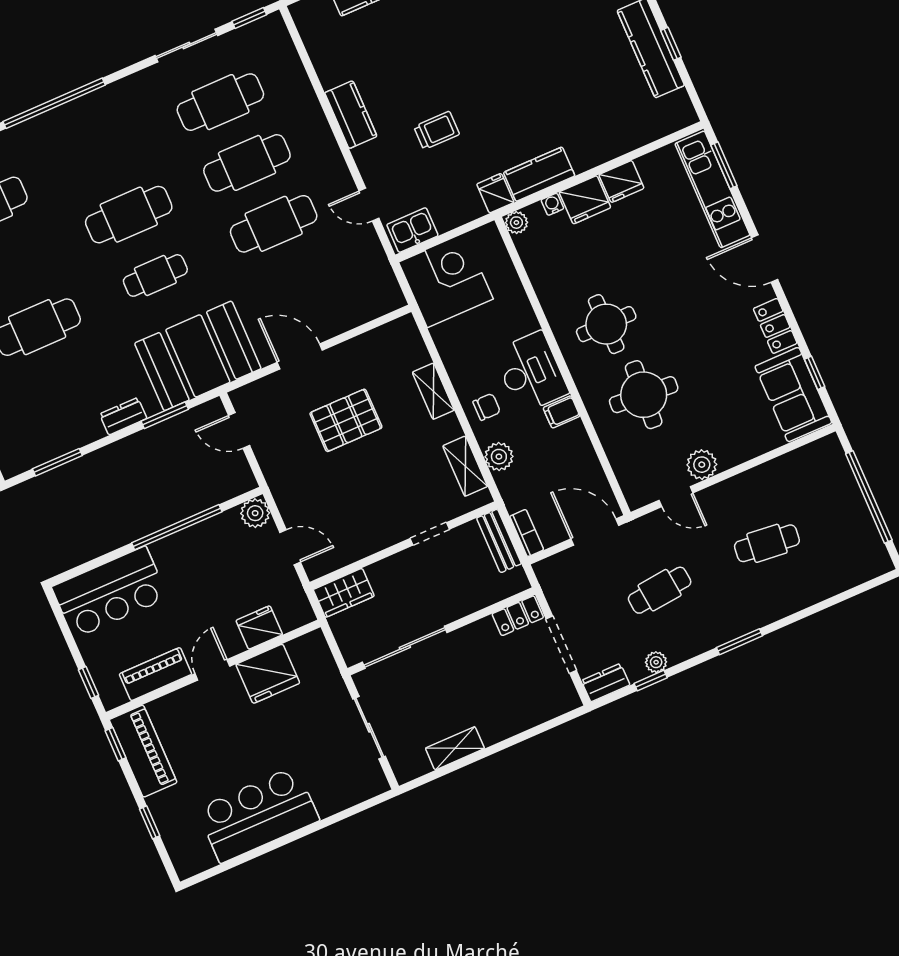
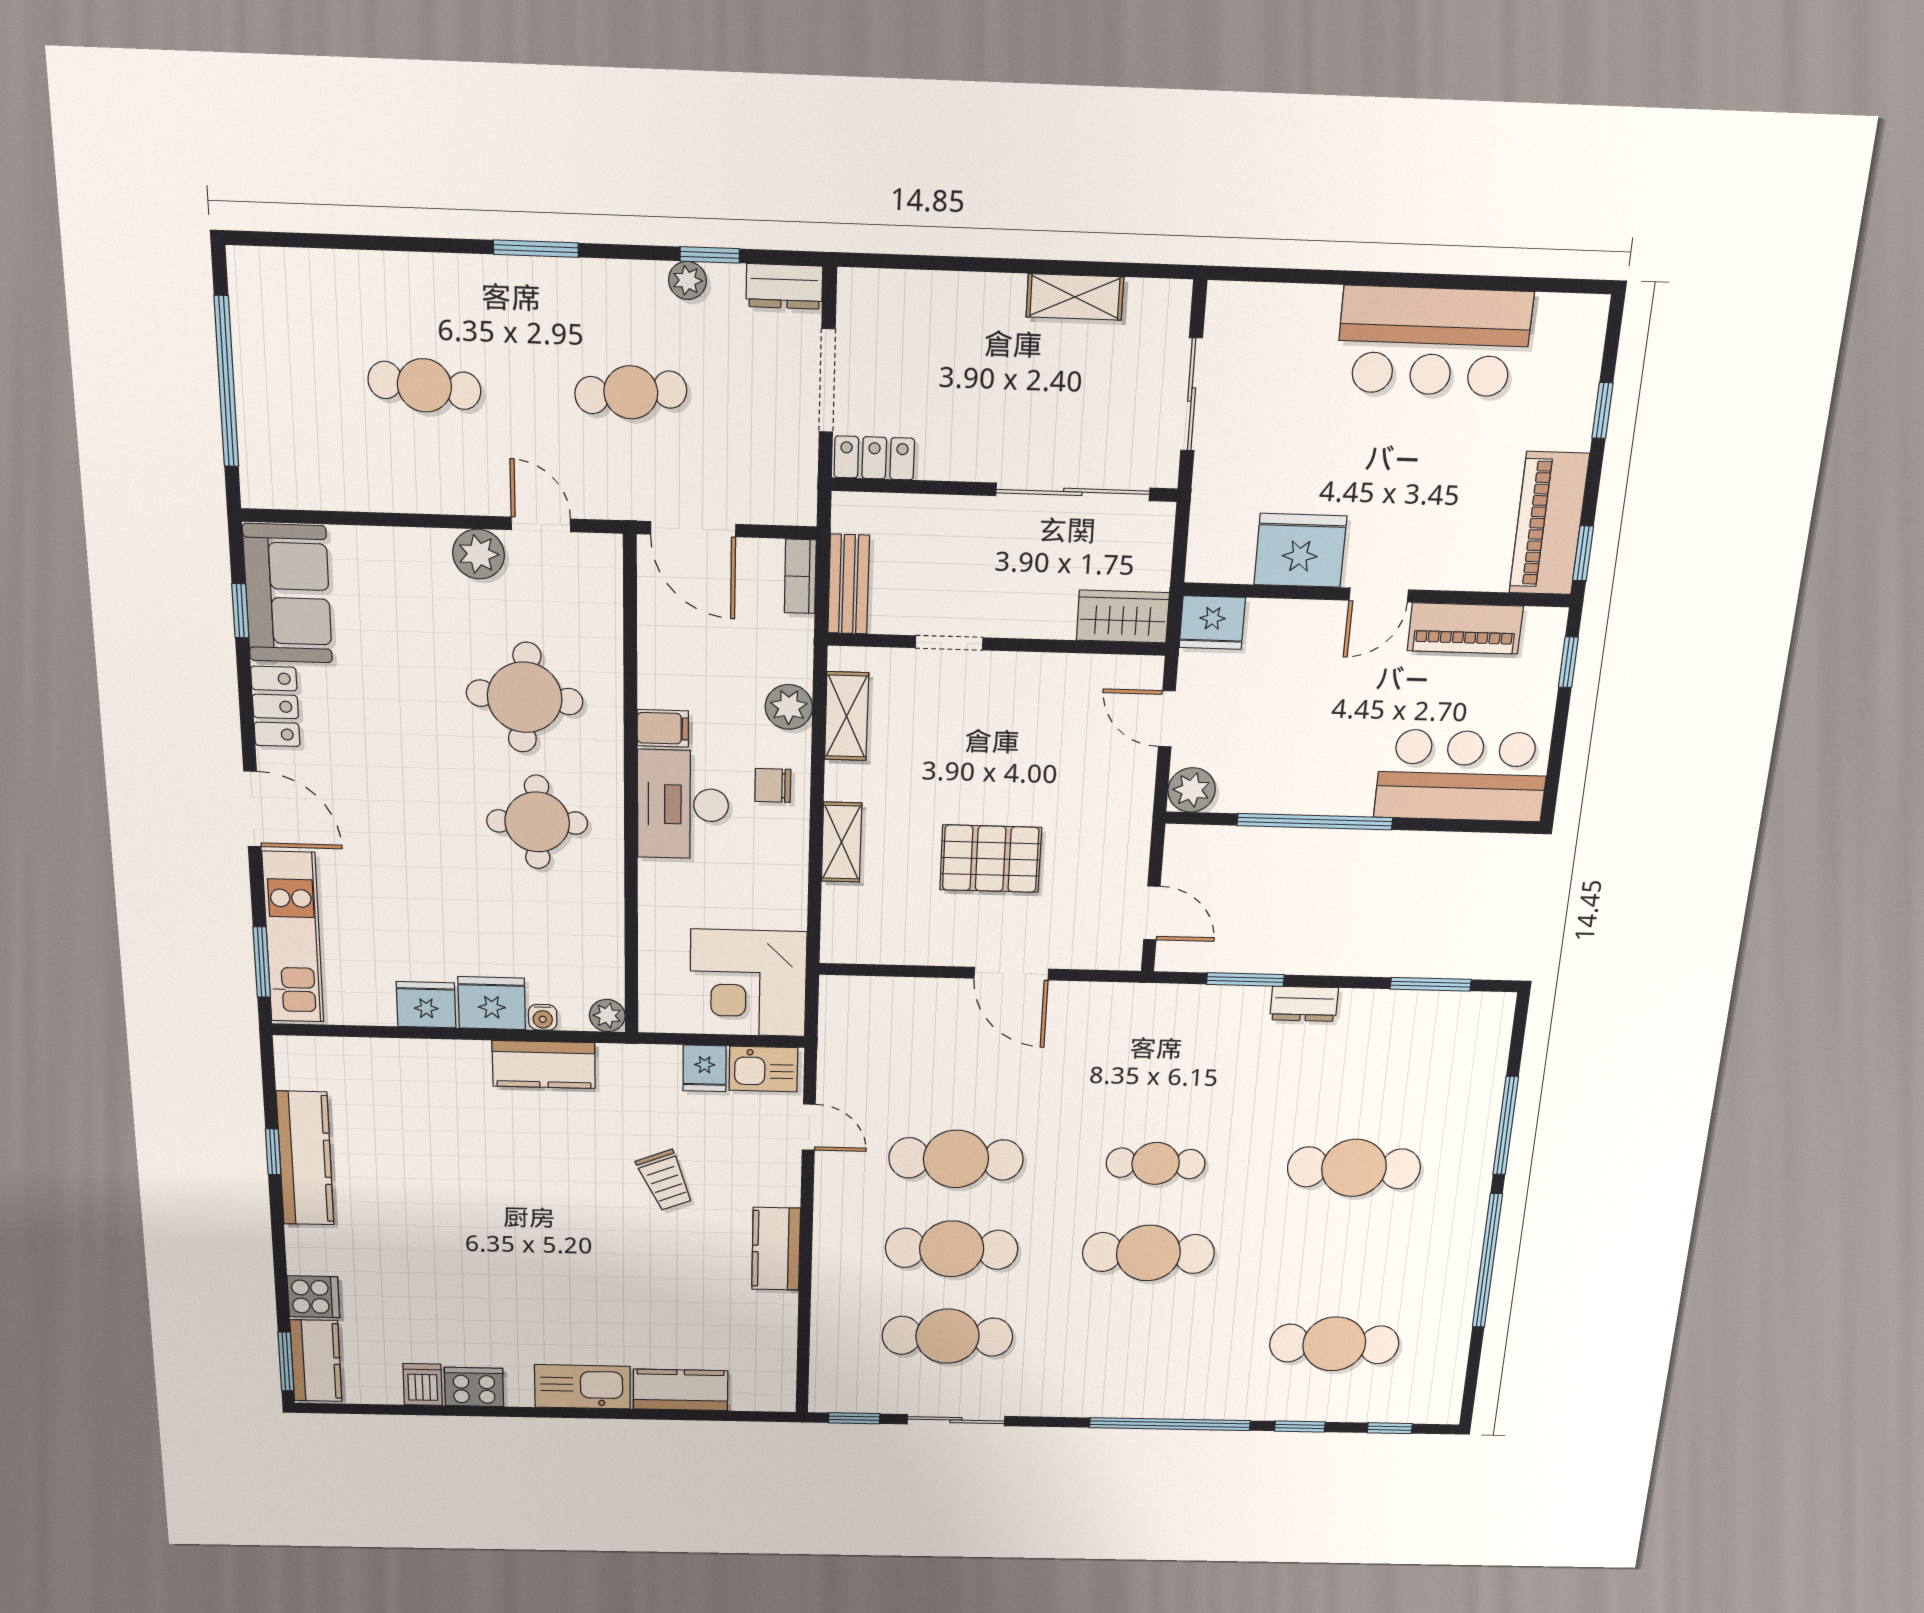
trolley: (437, 130) -> (665, 1180), turned -112
fridge: (495, 193) -> (705, 1068), moved
booth: (198, 356) -> (1155, 1037), removed
fridge: (259, 627) -> (1212, 622), moved

